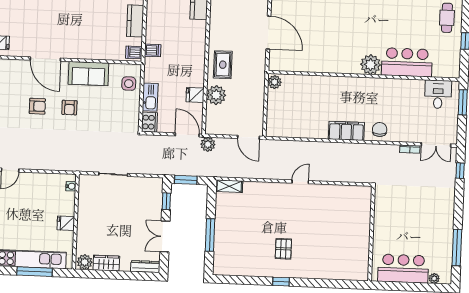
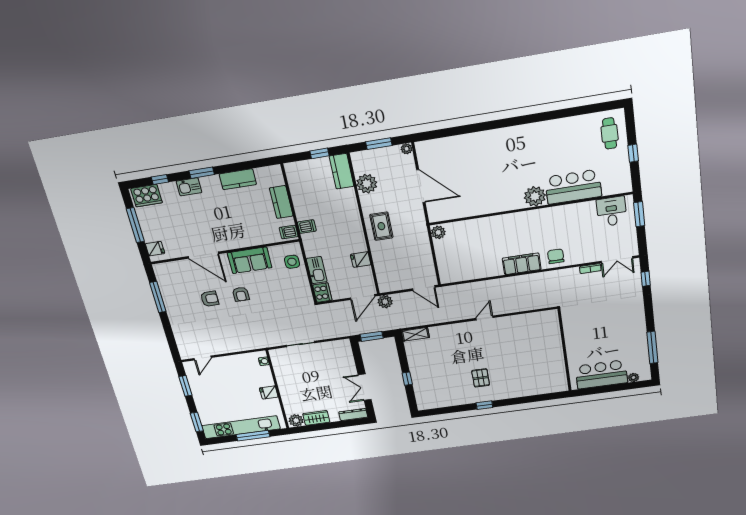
plant: (216, 95) -> (367, 184), moved
door: (187, 135) -> (363, 297), swing flipped
window: (166, 201) -> (358, 358), removed
window: (210, 235) -> (407, 379), width x0.46

